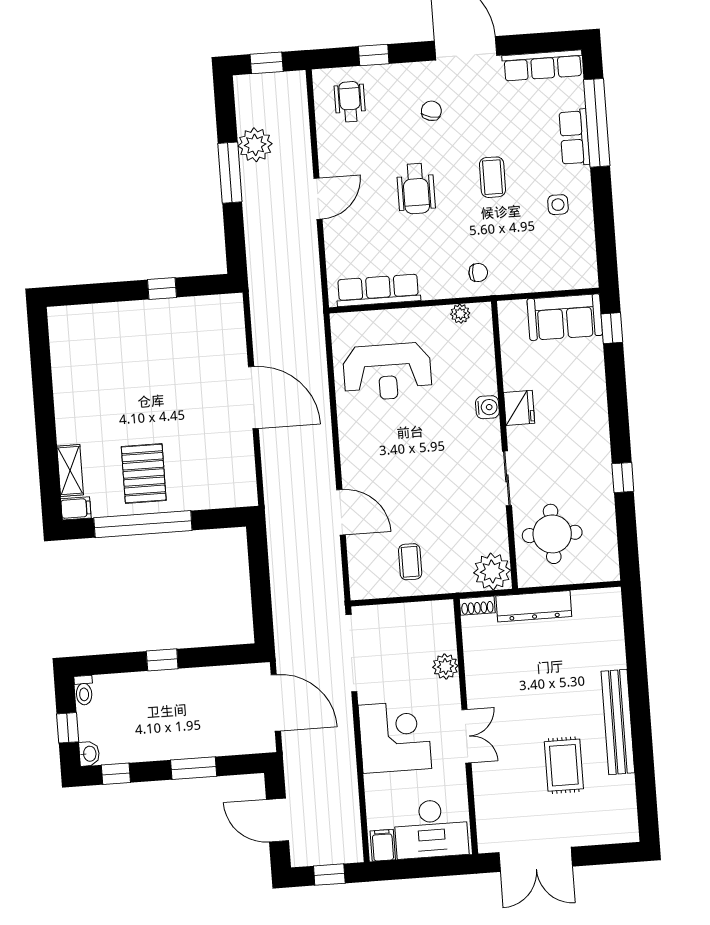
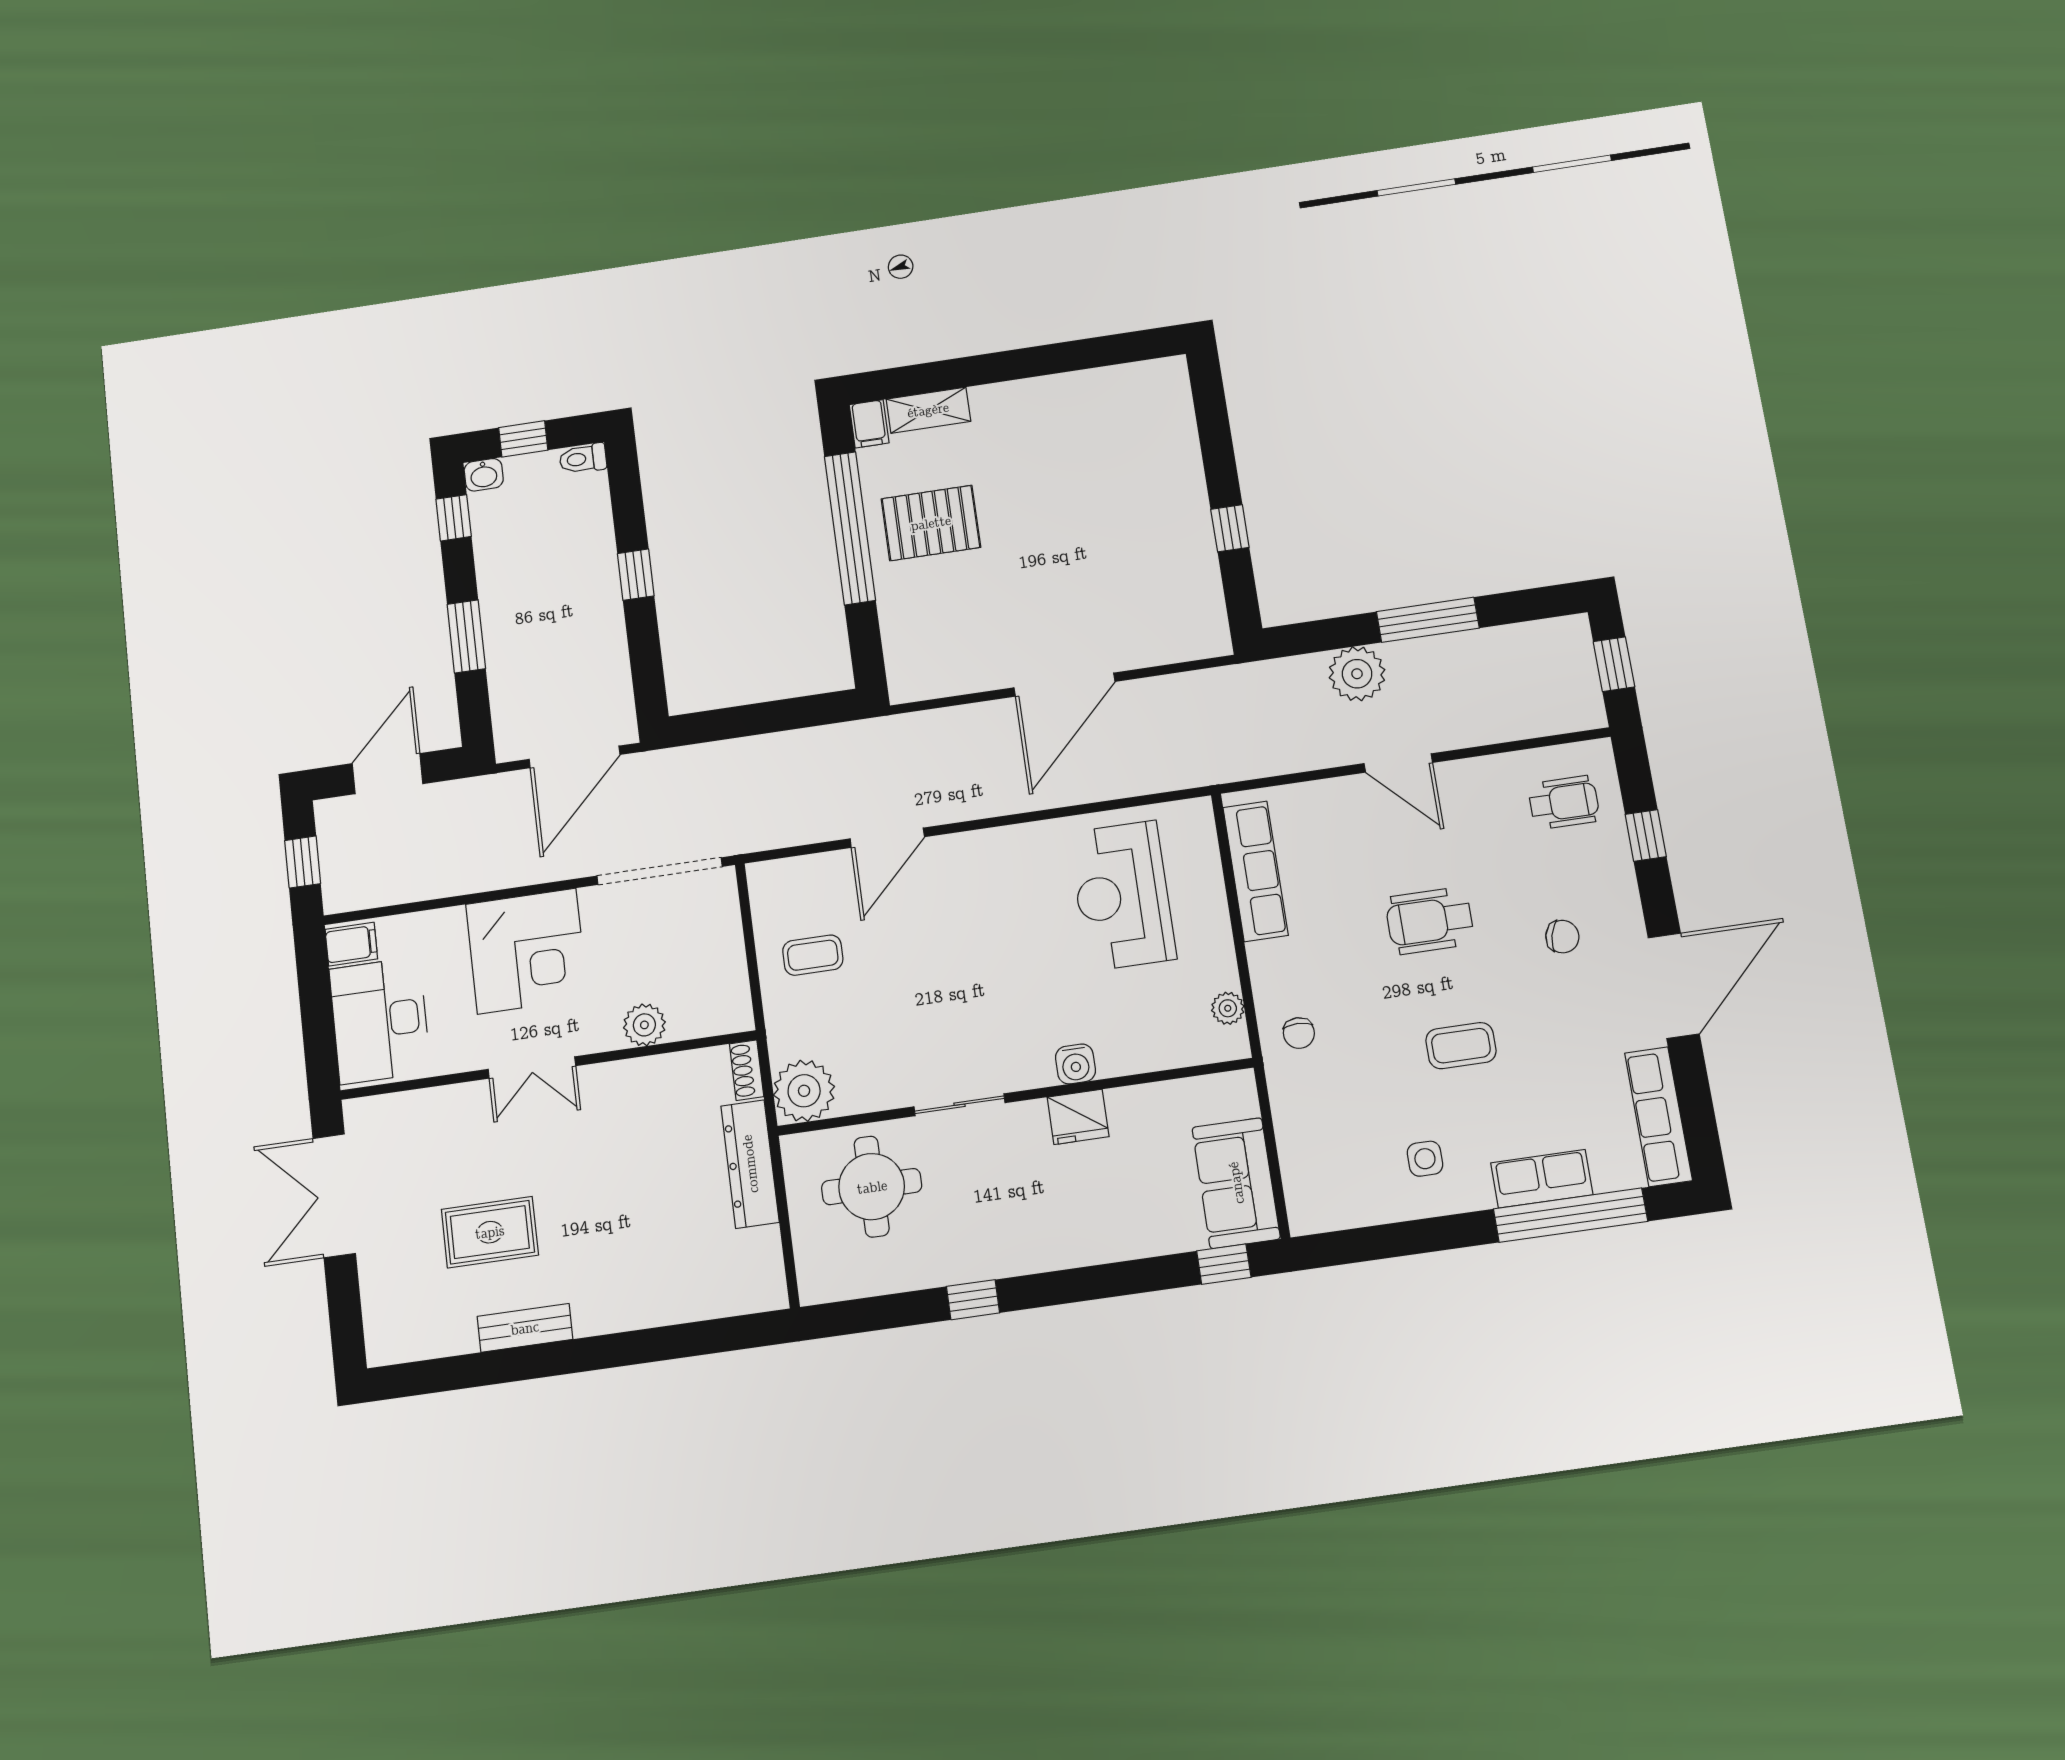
plant: (255, 145) -> (1357, 674), moved
bench: (618, 722) -> (525, 1328), width x0.54, depth x0.82

